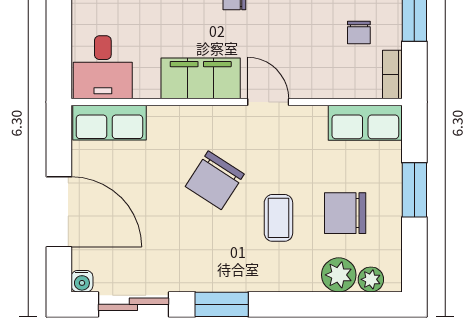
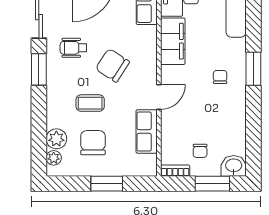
chair: (359, 33) -> (200, 151), turned -90
filing cabinet: (201, 78) -> (173, 41), moved
row of seats: (365, 123) -> (147, 131), moved
wheelchair: (185, 246) -> (73, 48), added

